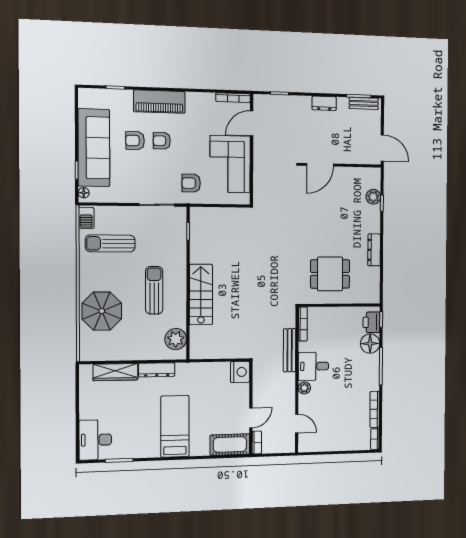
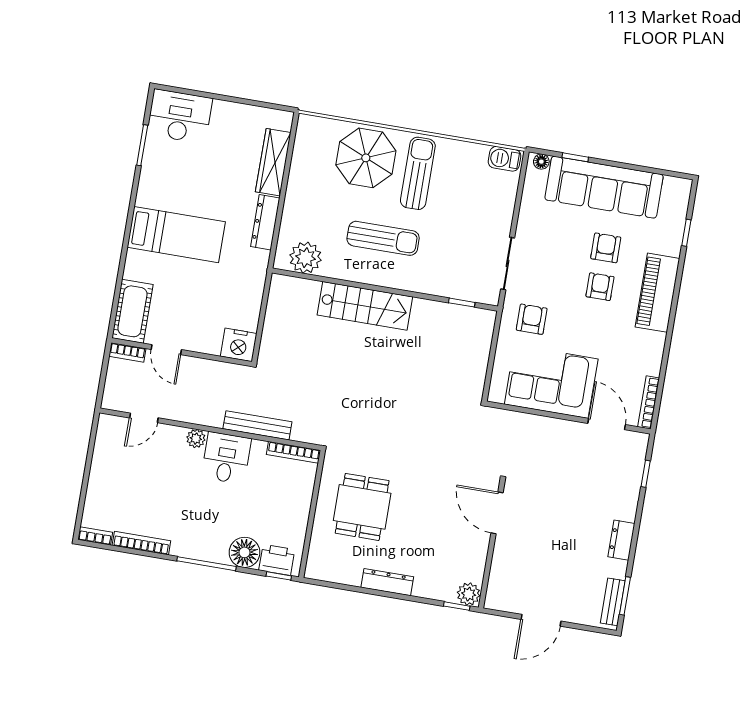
door: (320, 165) -> (497, 513), moved
wall: (340, 165) -> (492, 544), moved
sun lounger: (110, 243) -> (418, 173), moved

